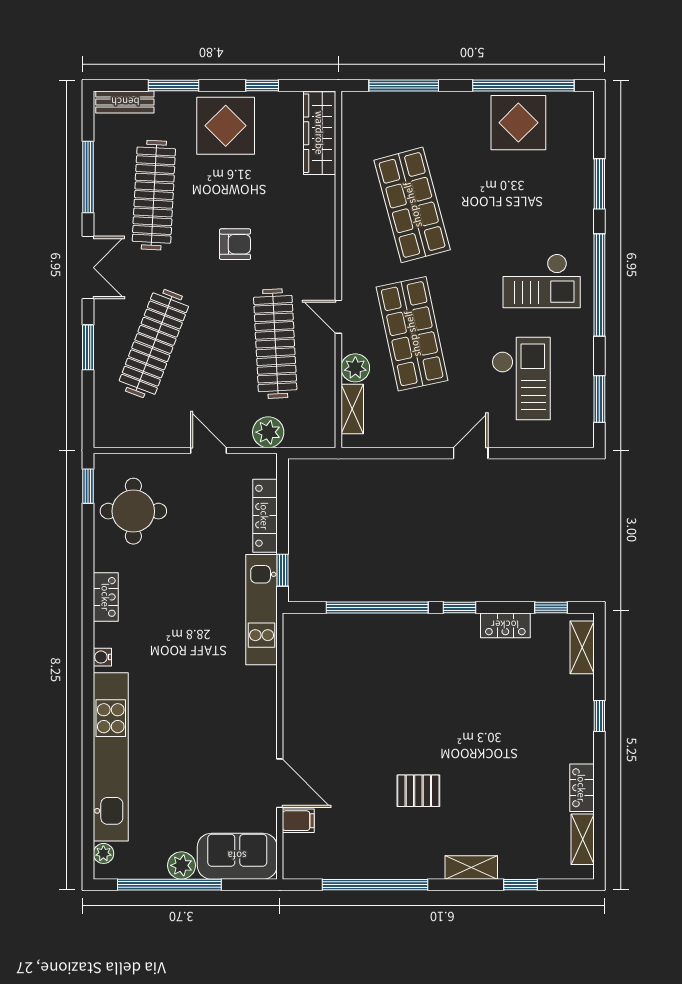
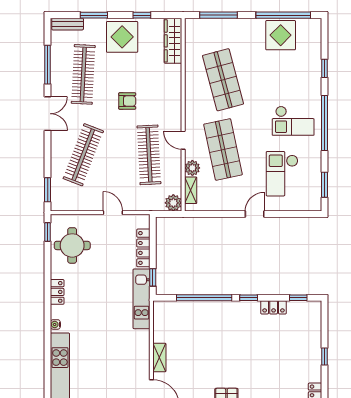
window: (599, 184) -> (324, 68), width x0.67
window: (88, 347) -> (48, 190), moved
checkout: (521, 379) -> (282, 174), turned 180
plant: (268, 432) -> (173, 203), moved
shelving: (582, 647) -> (159, 357), moved

